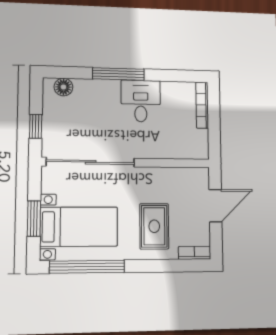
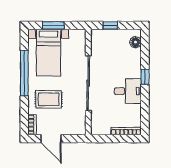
window: (118, 74) -> (145, 77), width x0.46
sliding door: (91, 162) -> (88, 83), moved
door: (215, 206) -> (51, 139), moved
window: (87, 267) -> (24, 73), moved

